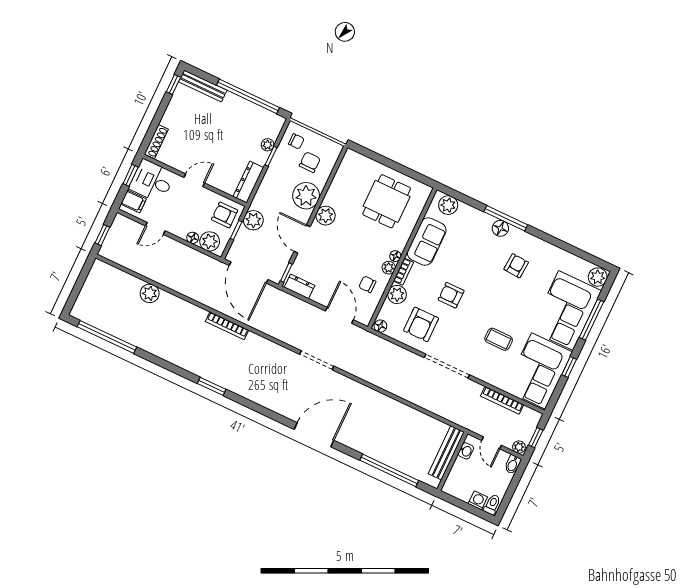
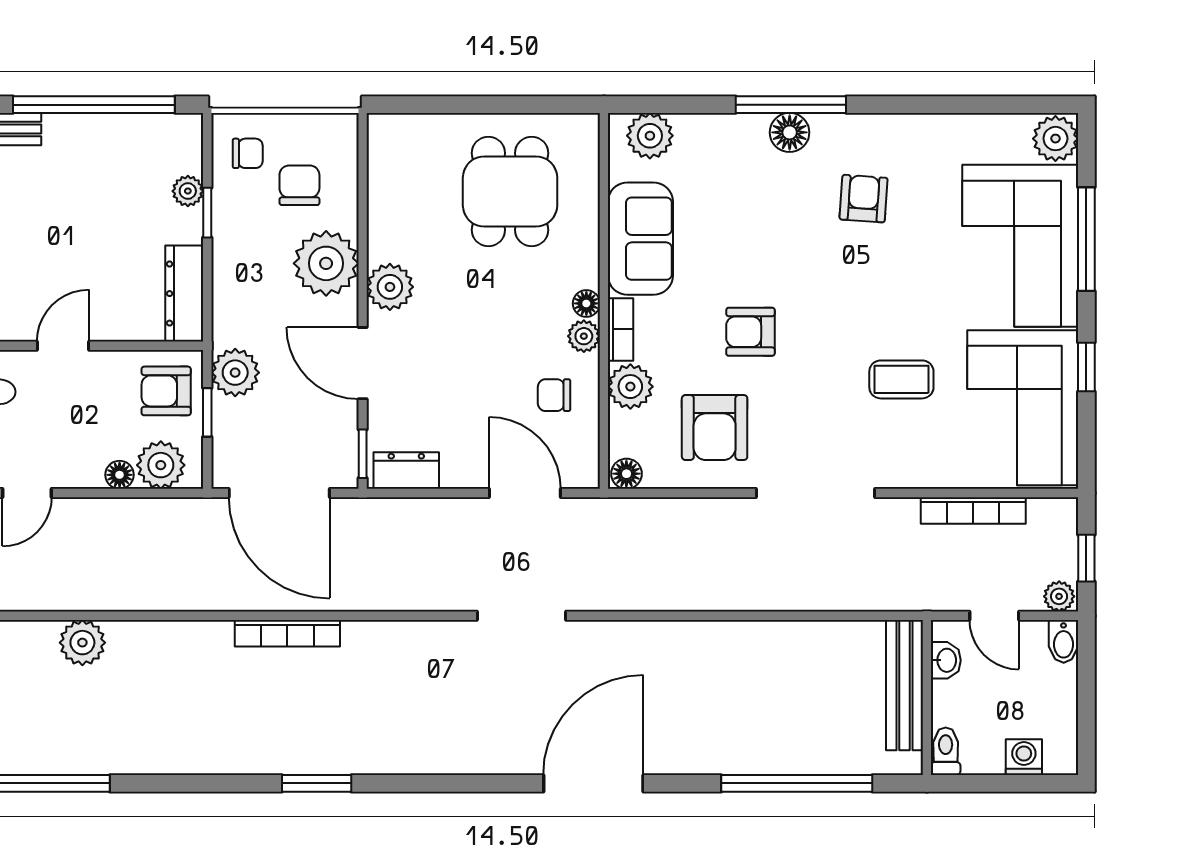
toilet: (492, 504) -> (946, 751), moved

